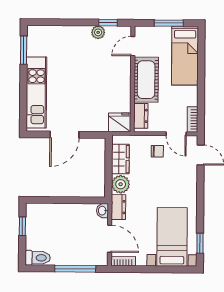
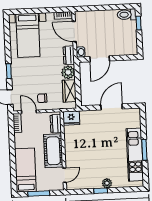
window: (108, 23) -> (101, 191), moved
plant: (98, 32) -> (107, 183), moved
window: (24, 50) -> (144, 150), moved
kitchen unit: (36, 93) -> (135, 155), moved
door: (77, 200) -> (100, 59), added
window: (22, 226) -> (139, 23), moved
window: (200, 243) -> (9, 71), moved
window: (75, 269) -> (98, 8), removed

